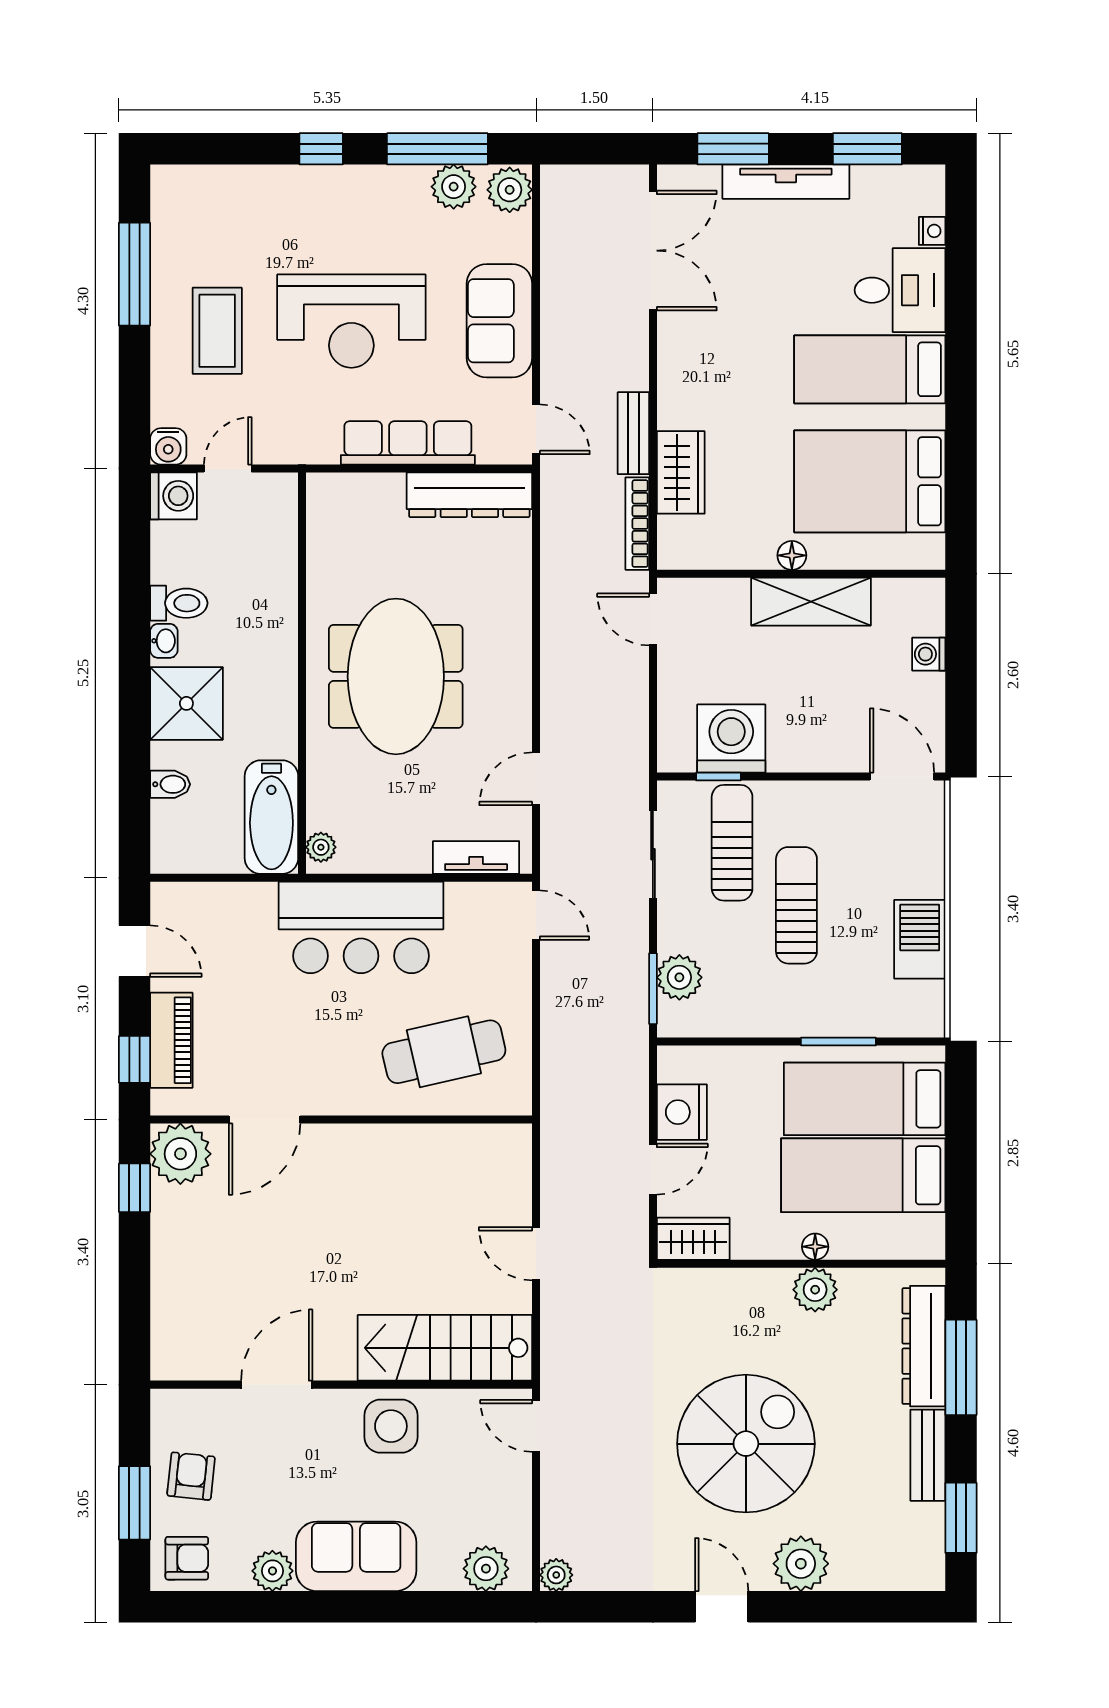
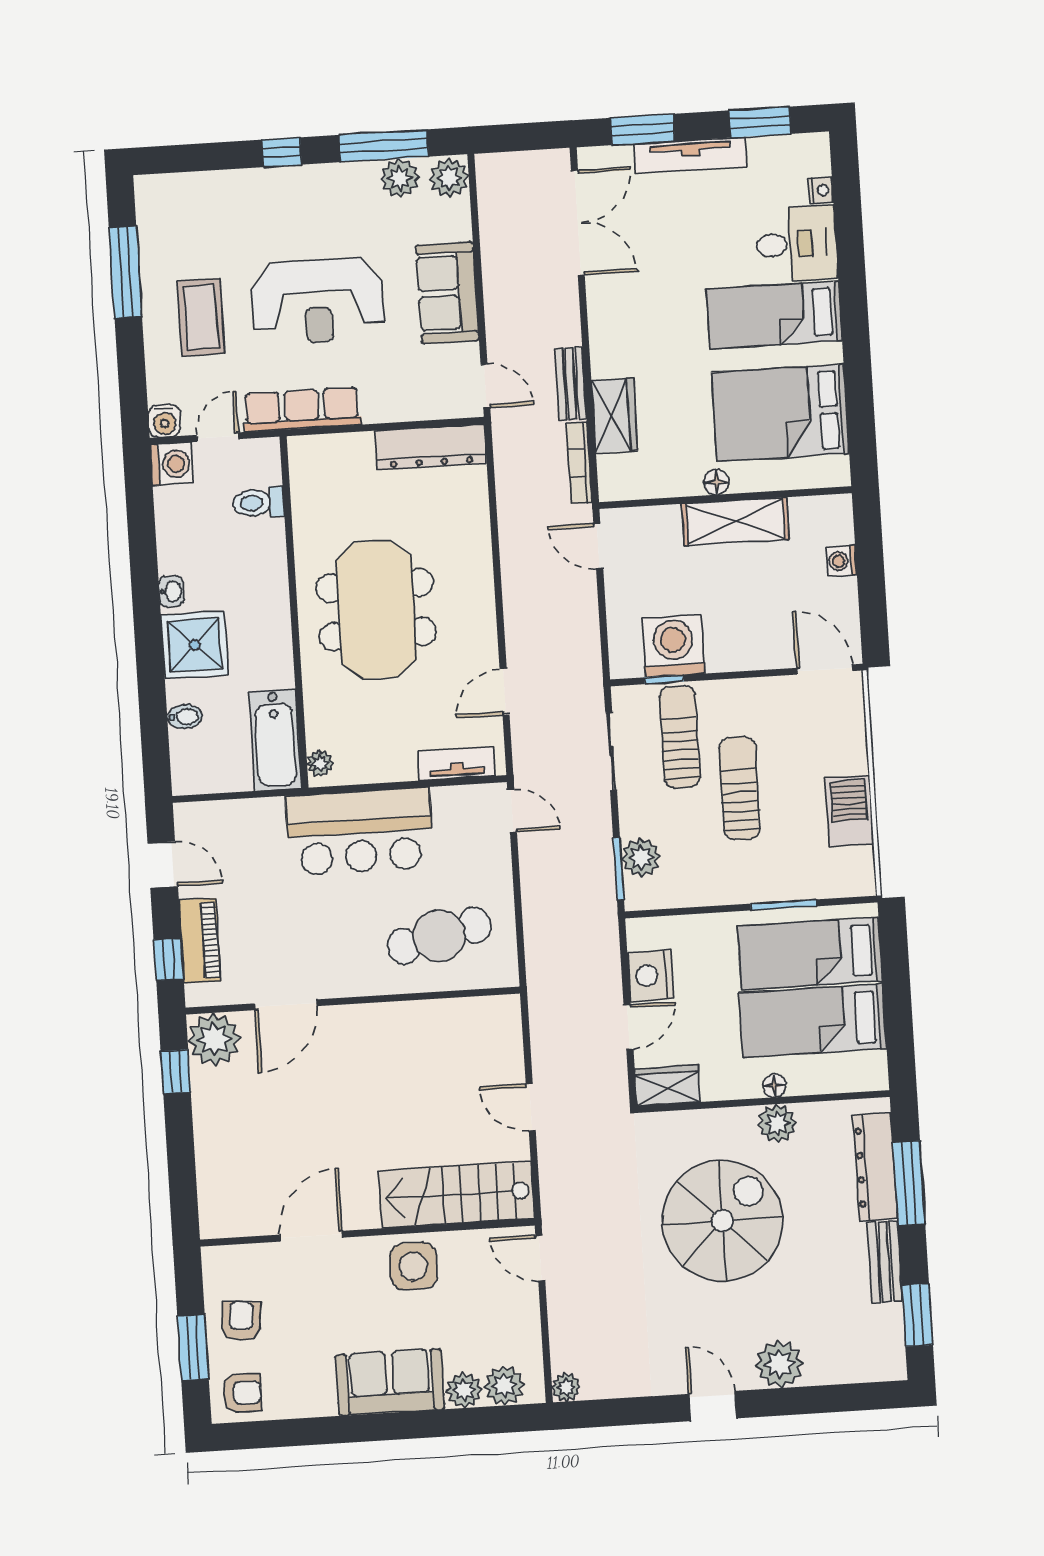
row of seats: (408, 443) -> (302, 409), moved
toilet: (179, 603) -> (259, 503), moved, turned 180
spiral stairs: (746, 1444) -> (722, 1221), moved
plant: (272, 1571) -> (464, 1390), moved

